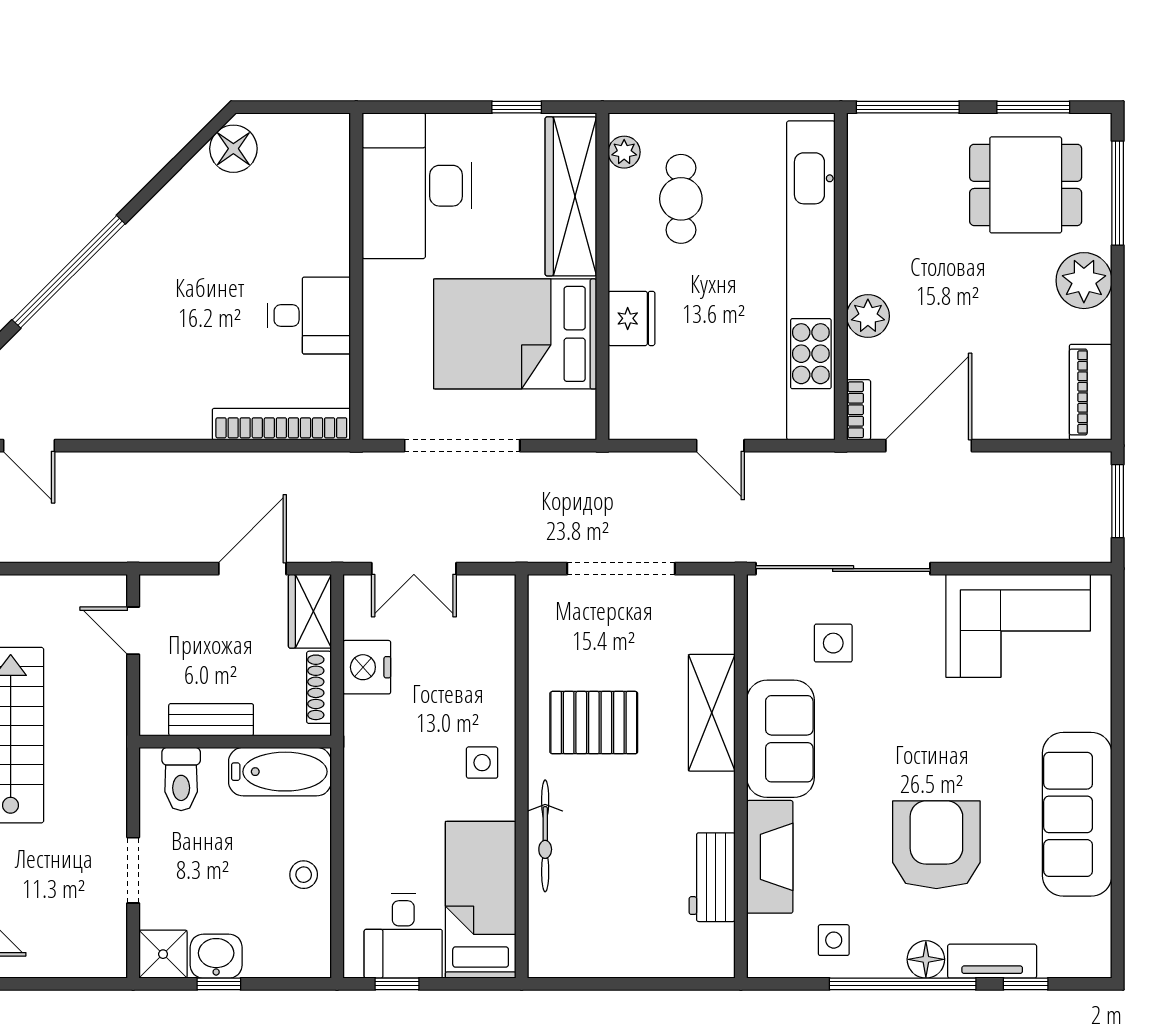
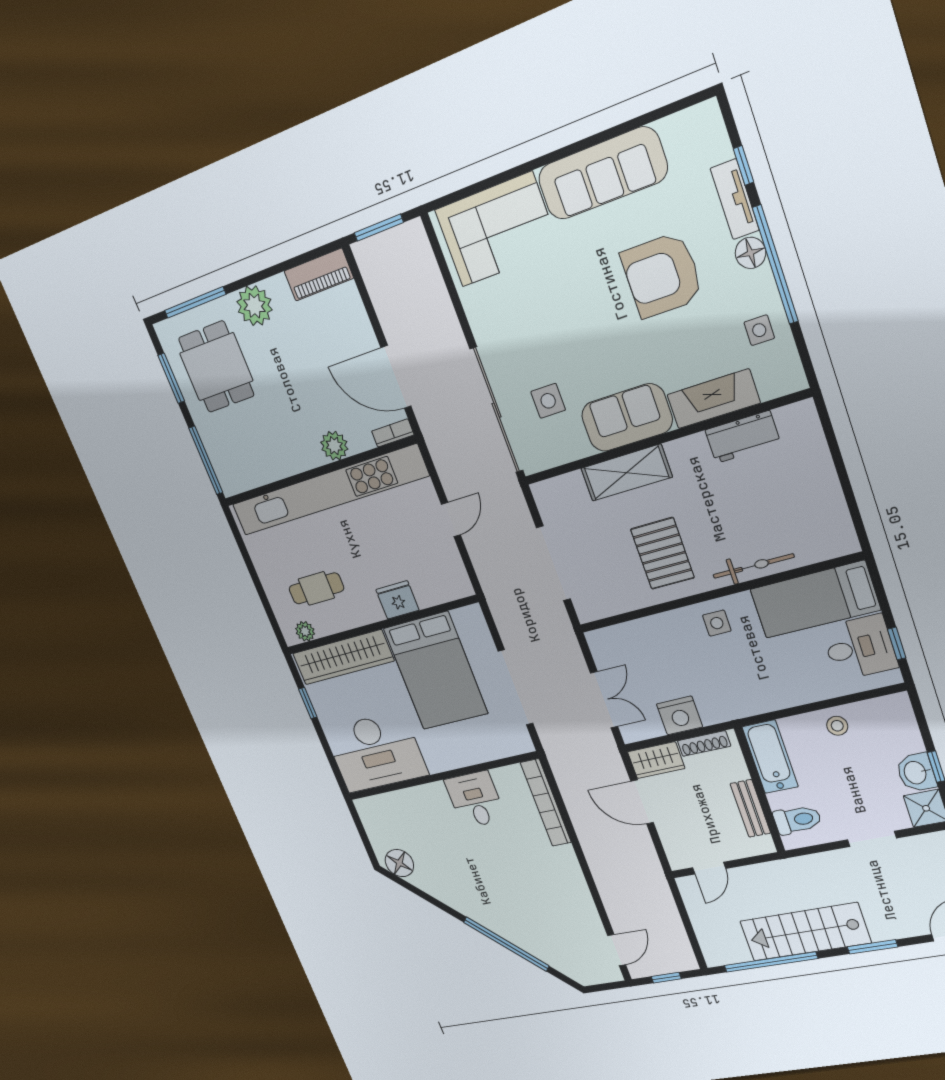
corner sofa: (1018, 626) -> (497, 230), moved, turned 90

